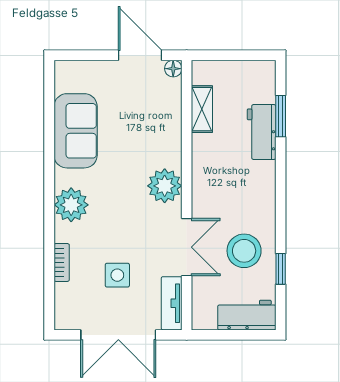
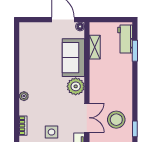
sofa: (76, 131) -> (73, 58), moved, turned 180
workbench: (262, 132) -> (125, 39), moved
plant: (71, 205) -> (24, 96), width x0.53, depth x0.53

